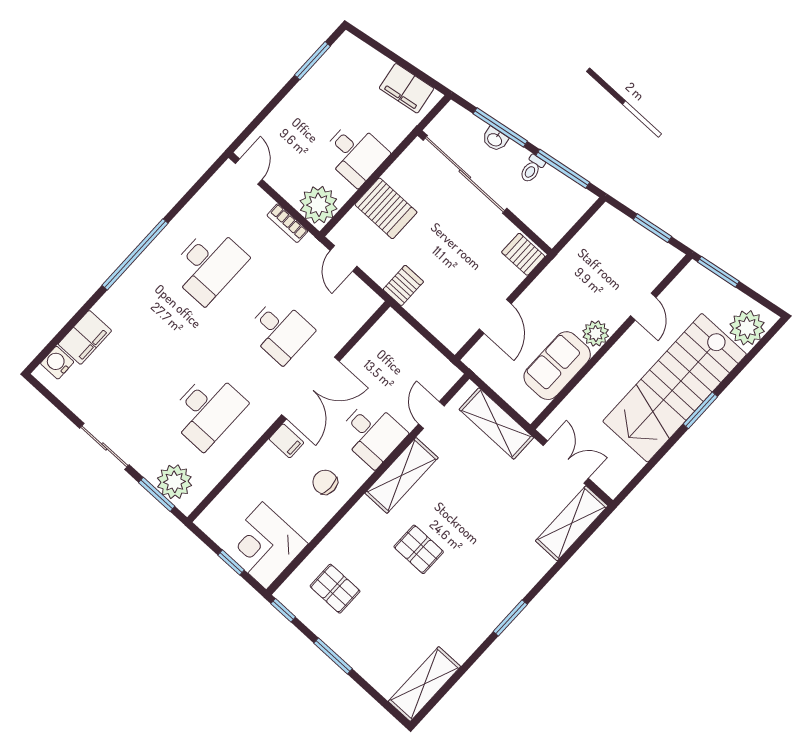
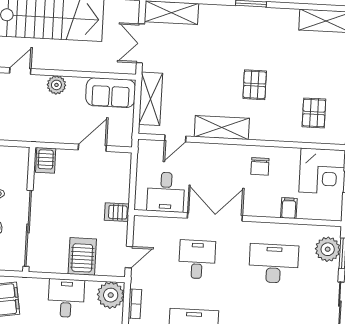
sofa: (557, 366) -> (111, 93), moved
desk: (372, 434) -> (166, 192), moved, turned 180
filing cabinet: (286, 441) -> (289, 208), moved

